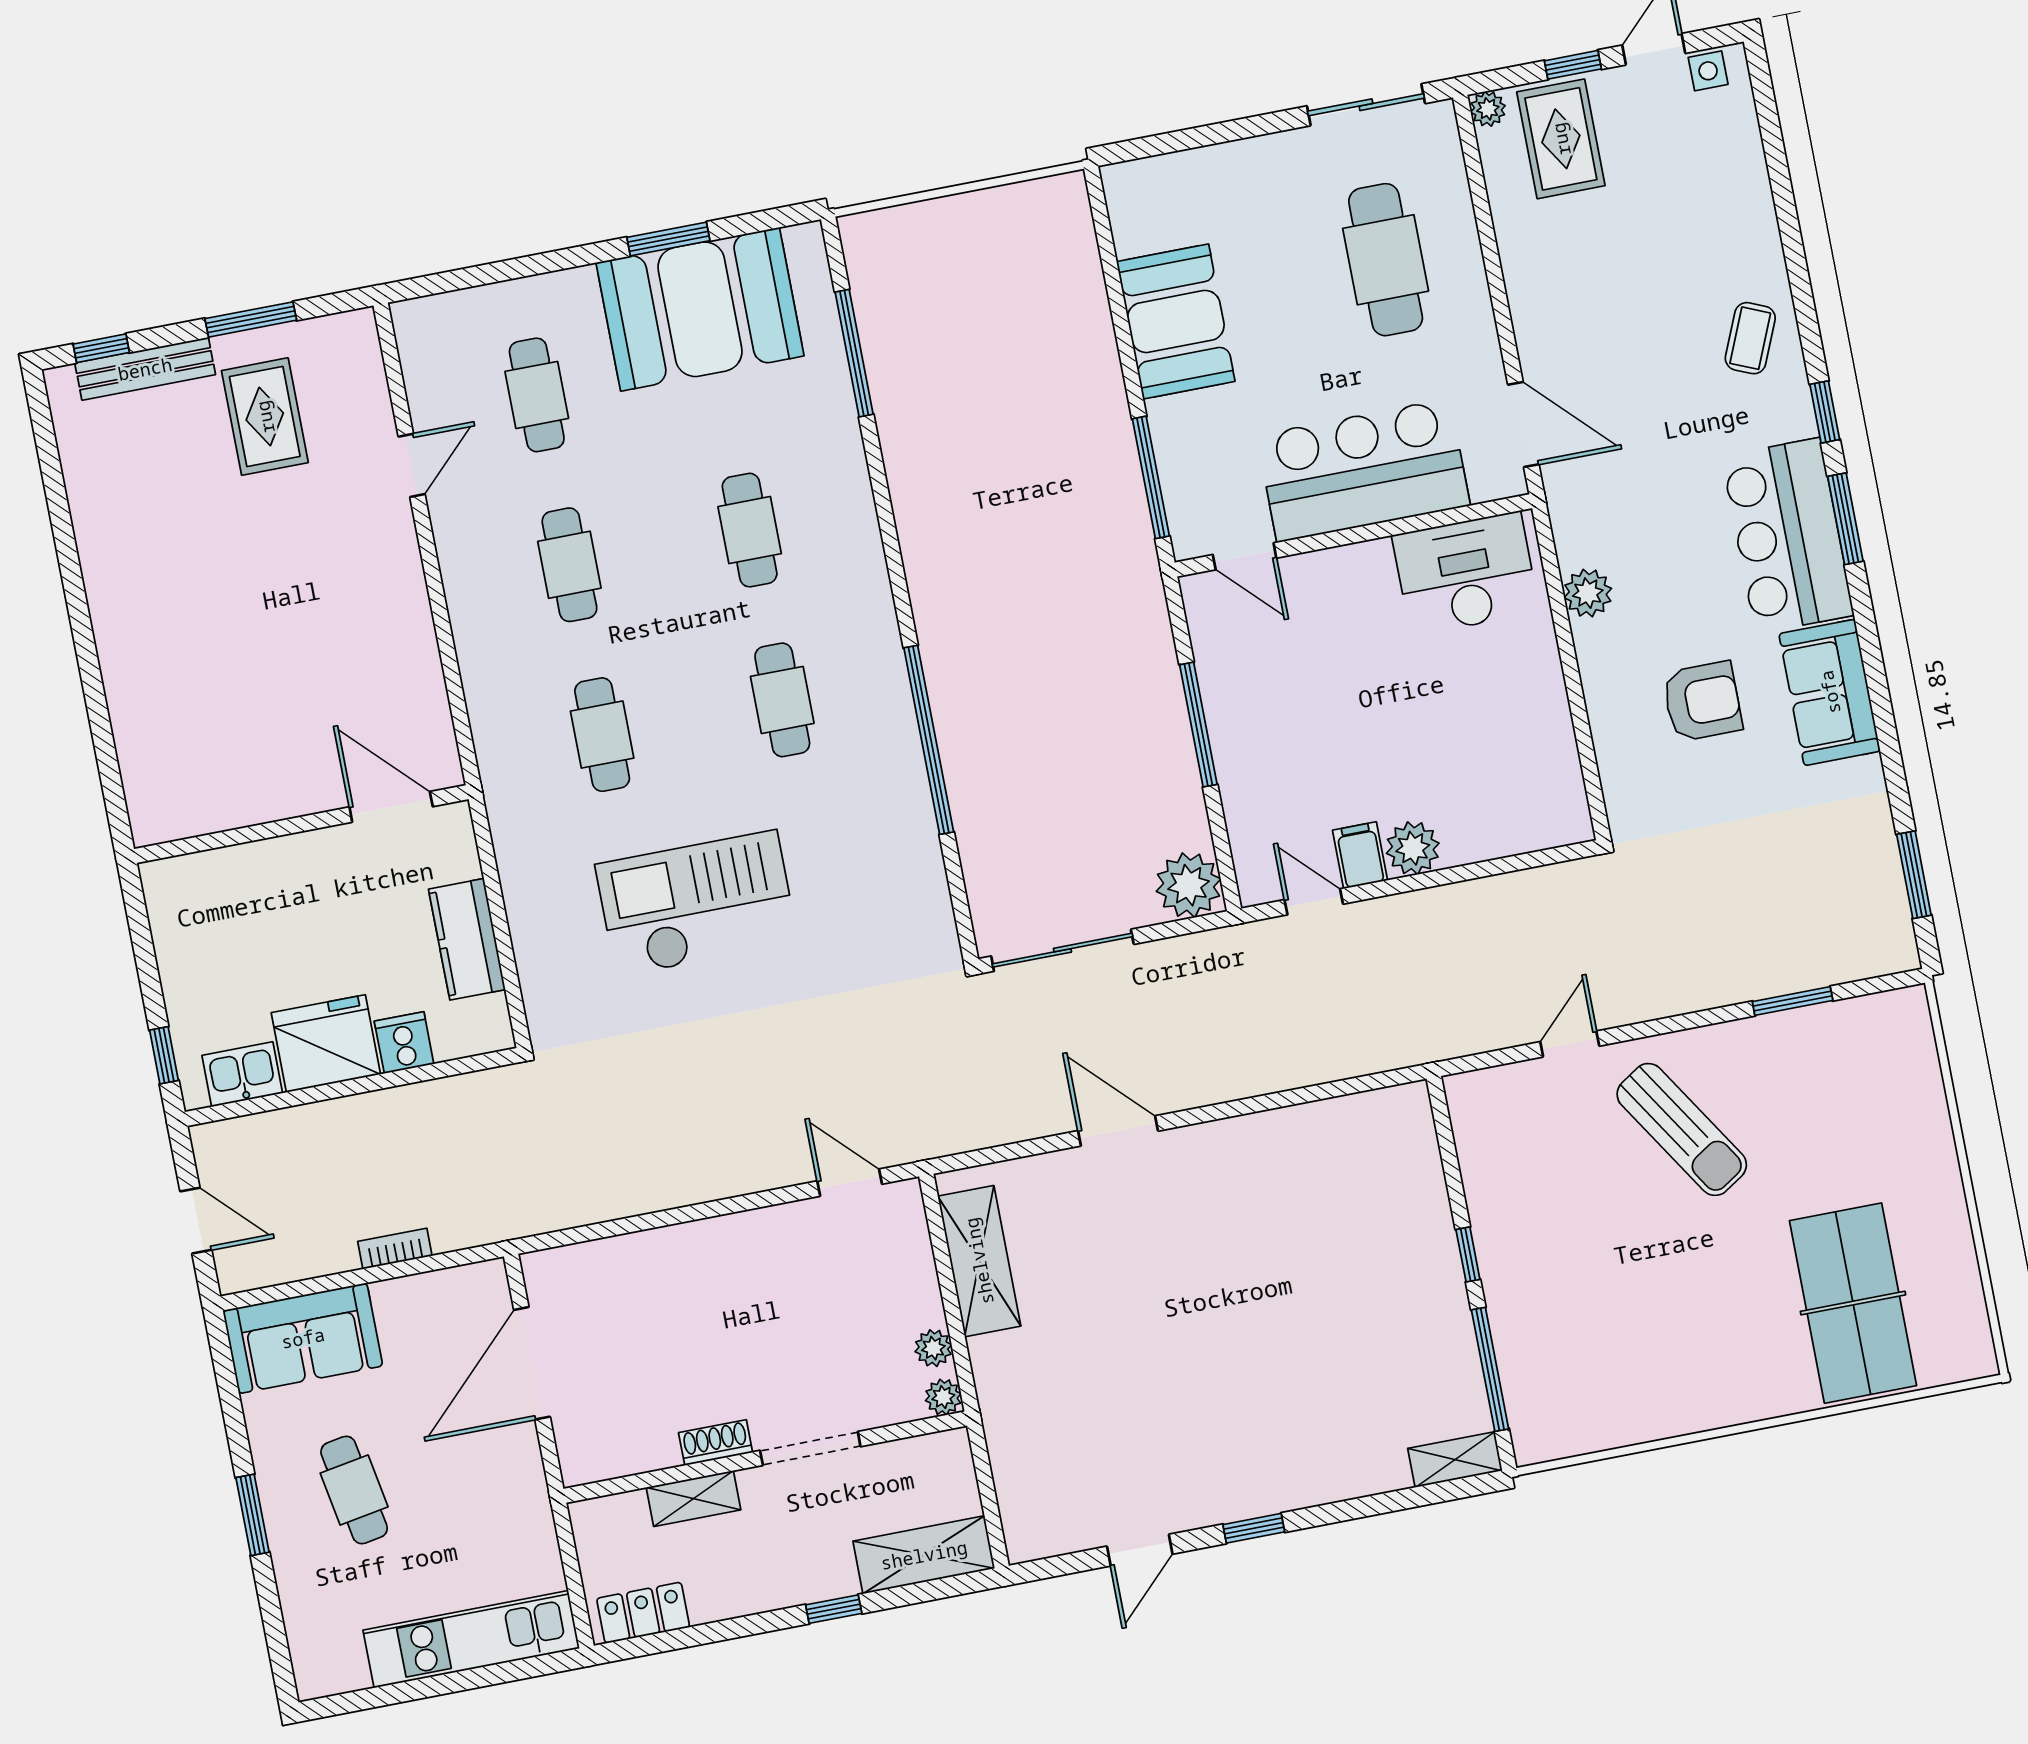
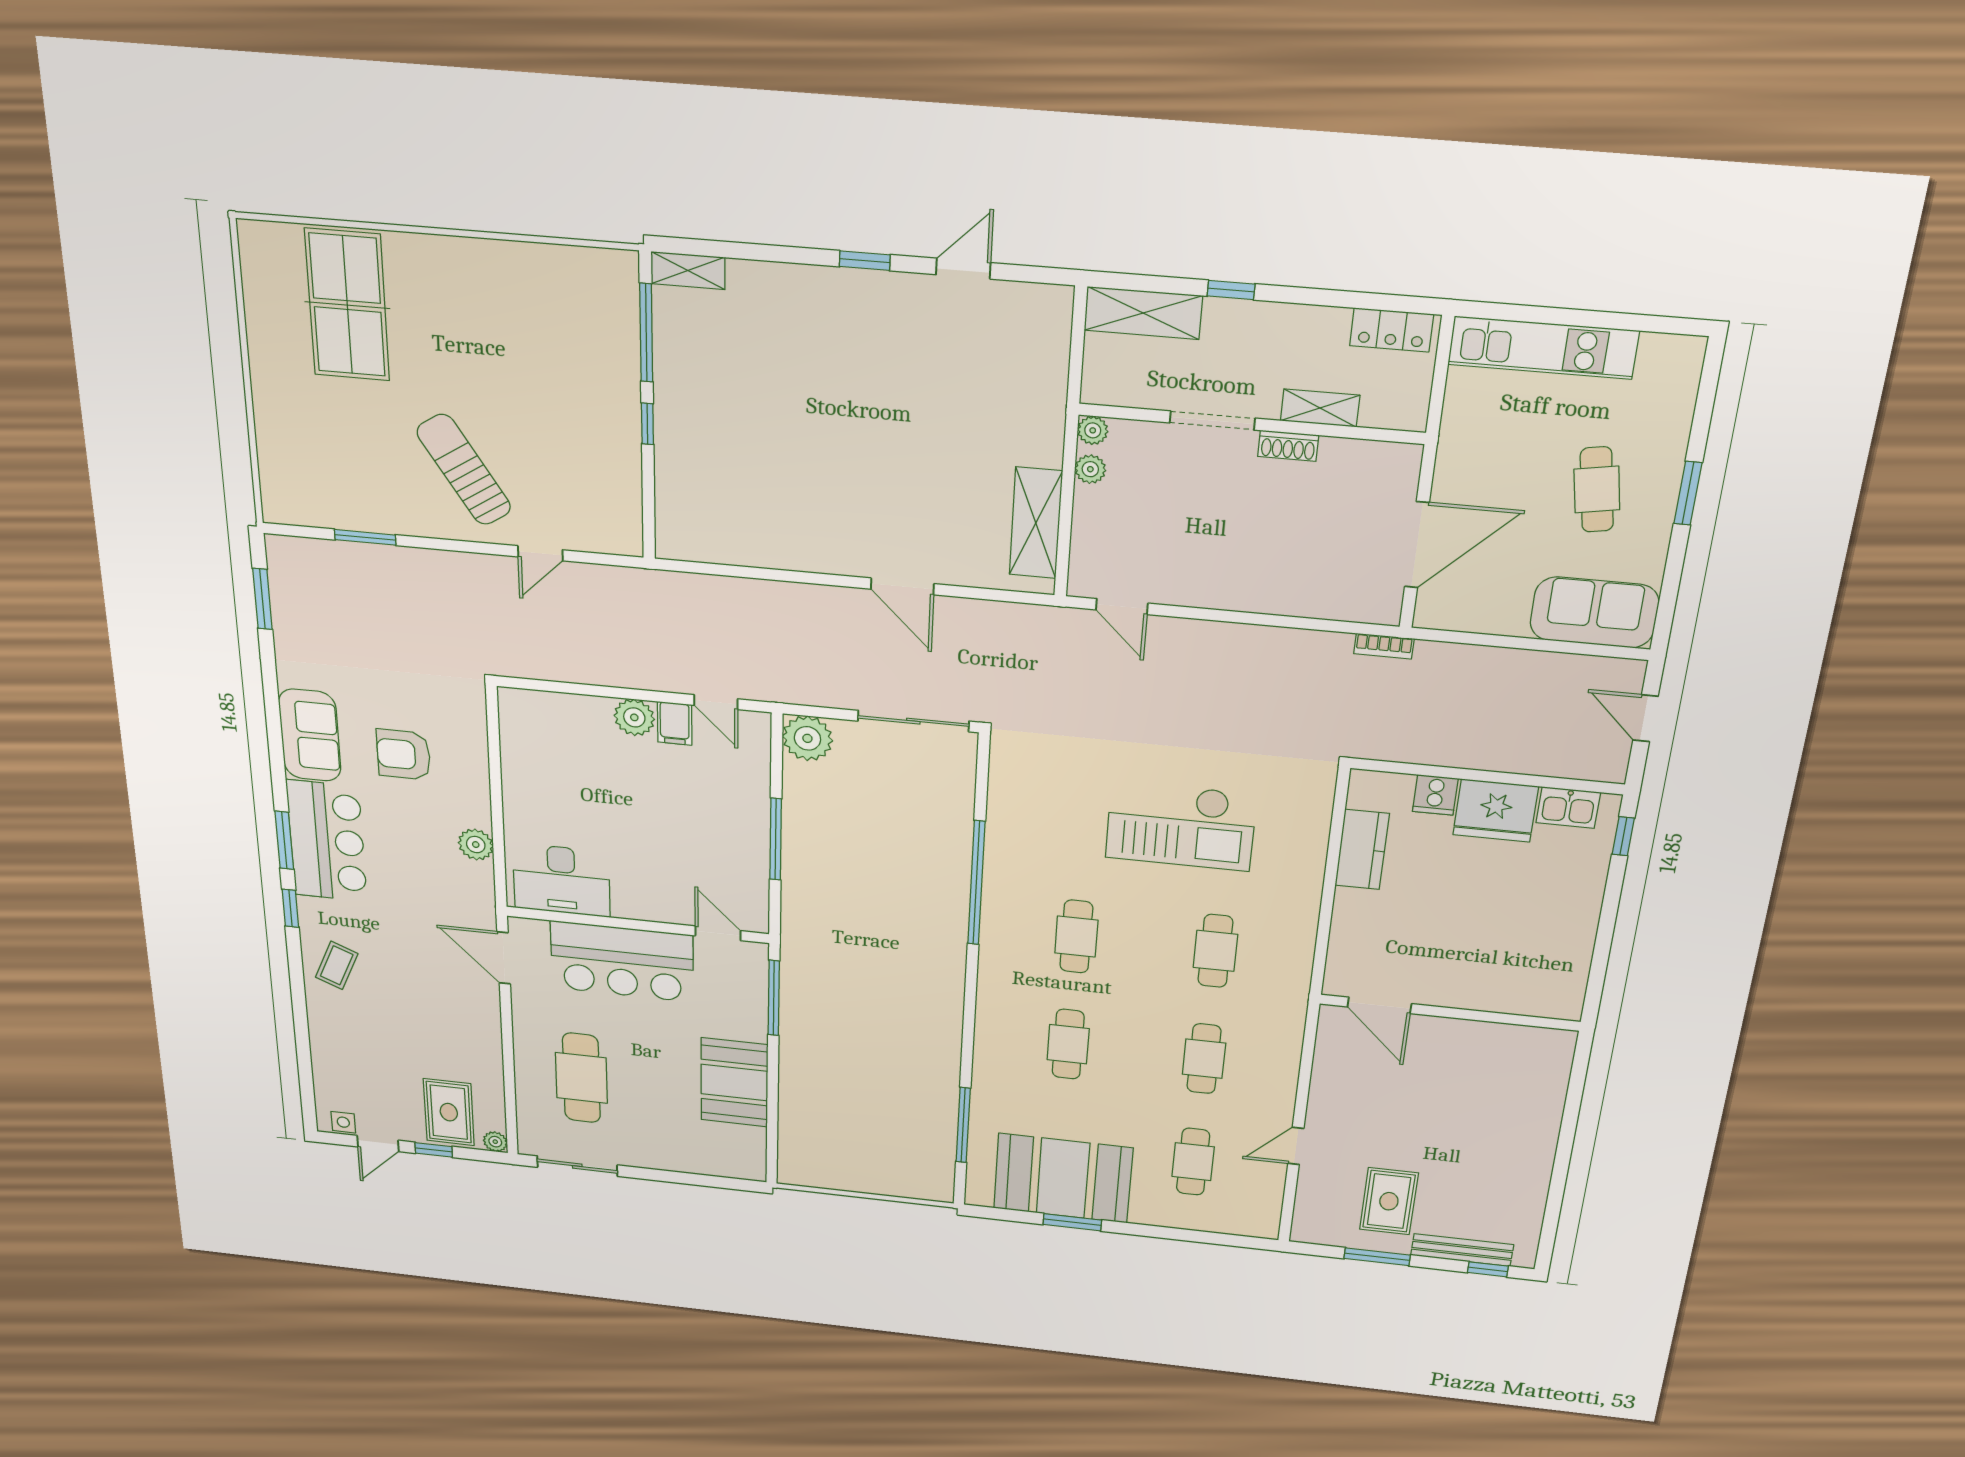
door: (391, 807) -> (1379, 1005), moved
wall: (301, 824) -> (1449, 1013), moved
bookcase: (395, 1249) -> (1384, 646), moved

